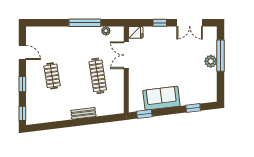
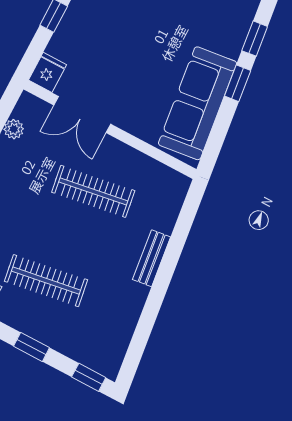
clothes rail: (52, 76) -> (46, 281), width x1.36
sofa: (161, 98) -> (198, 103), width x1.36
window: (144, 114) -> (238, 83), moved

